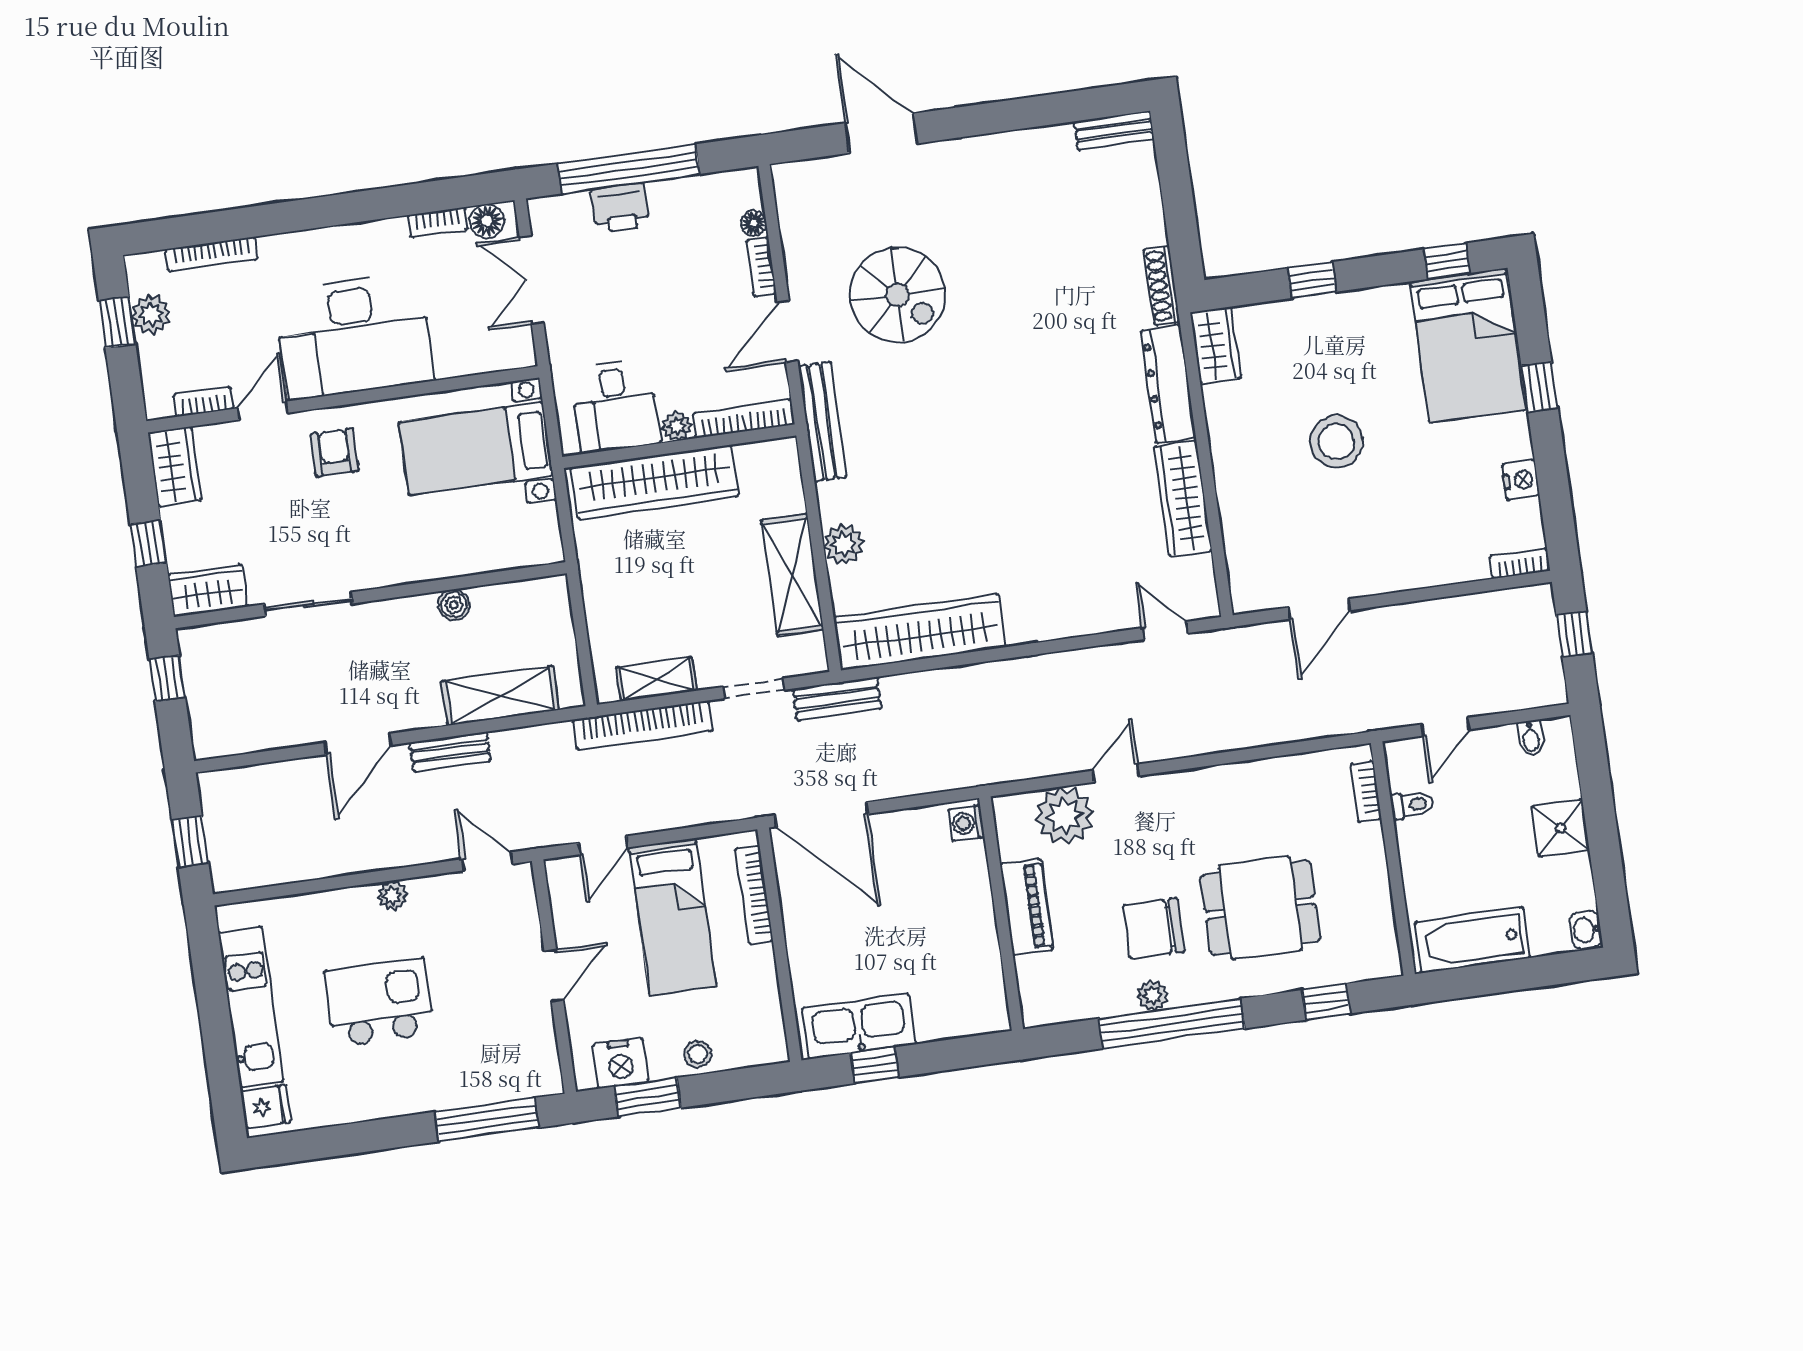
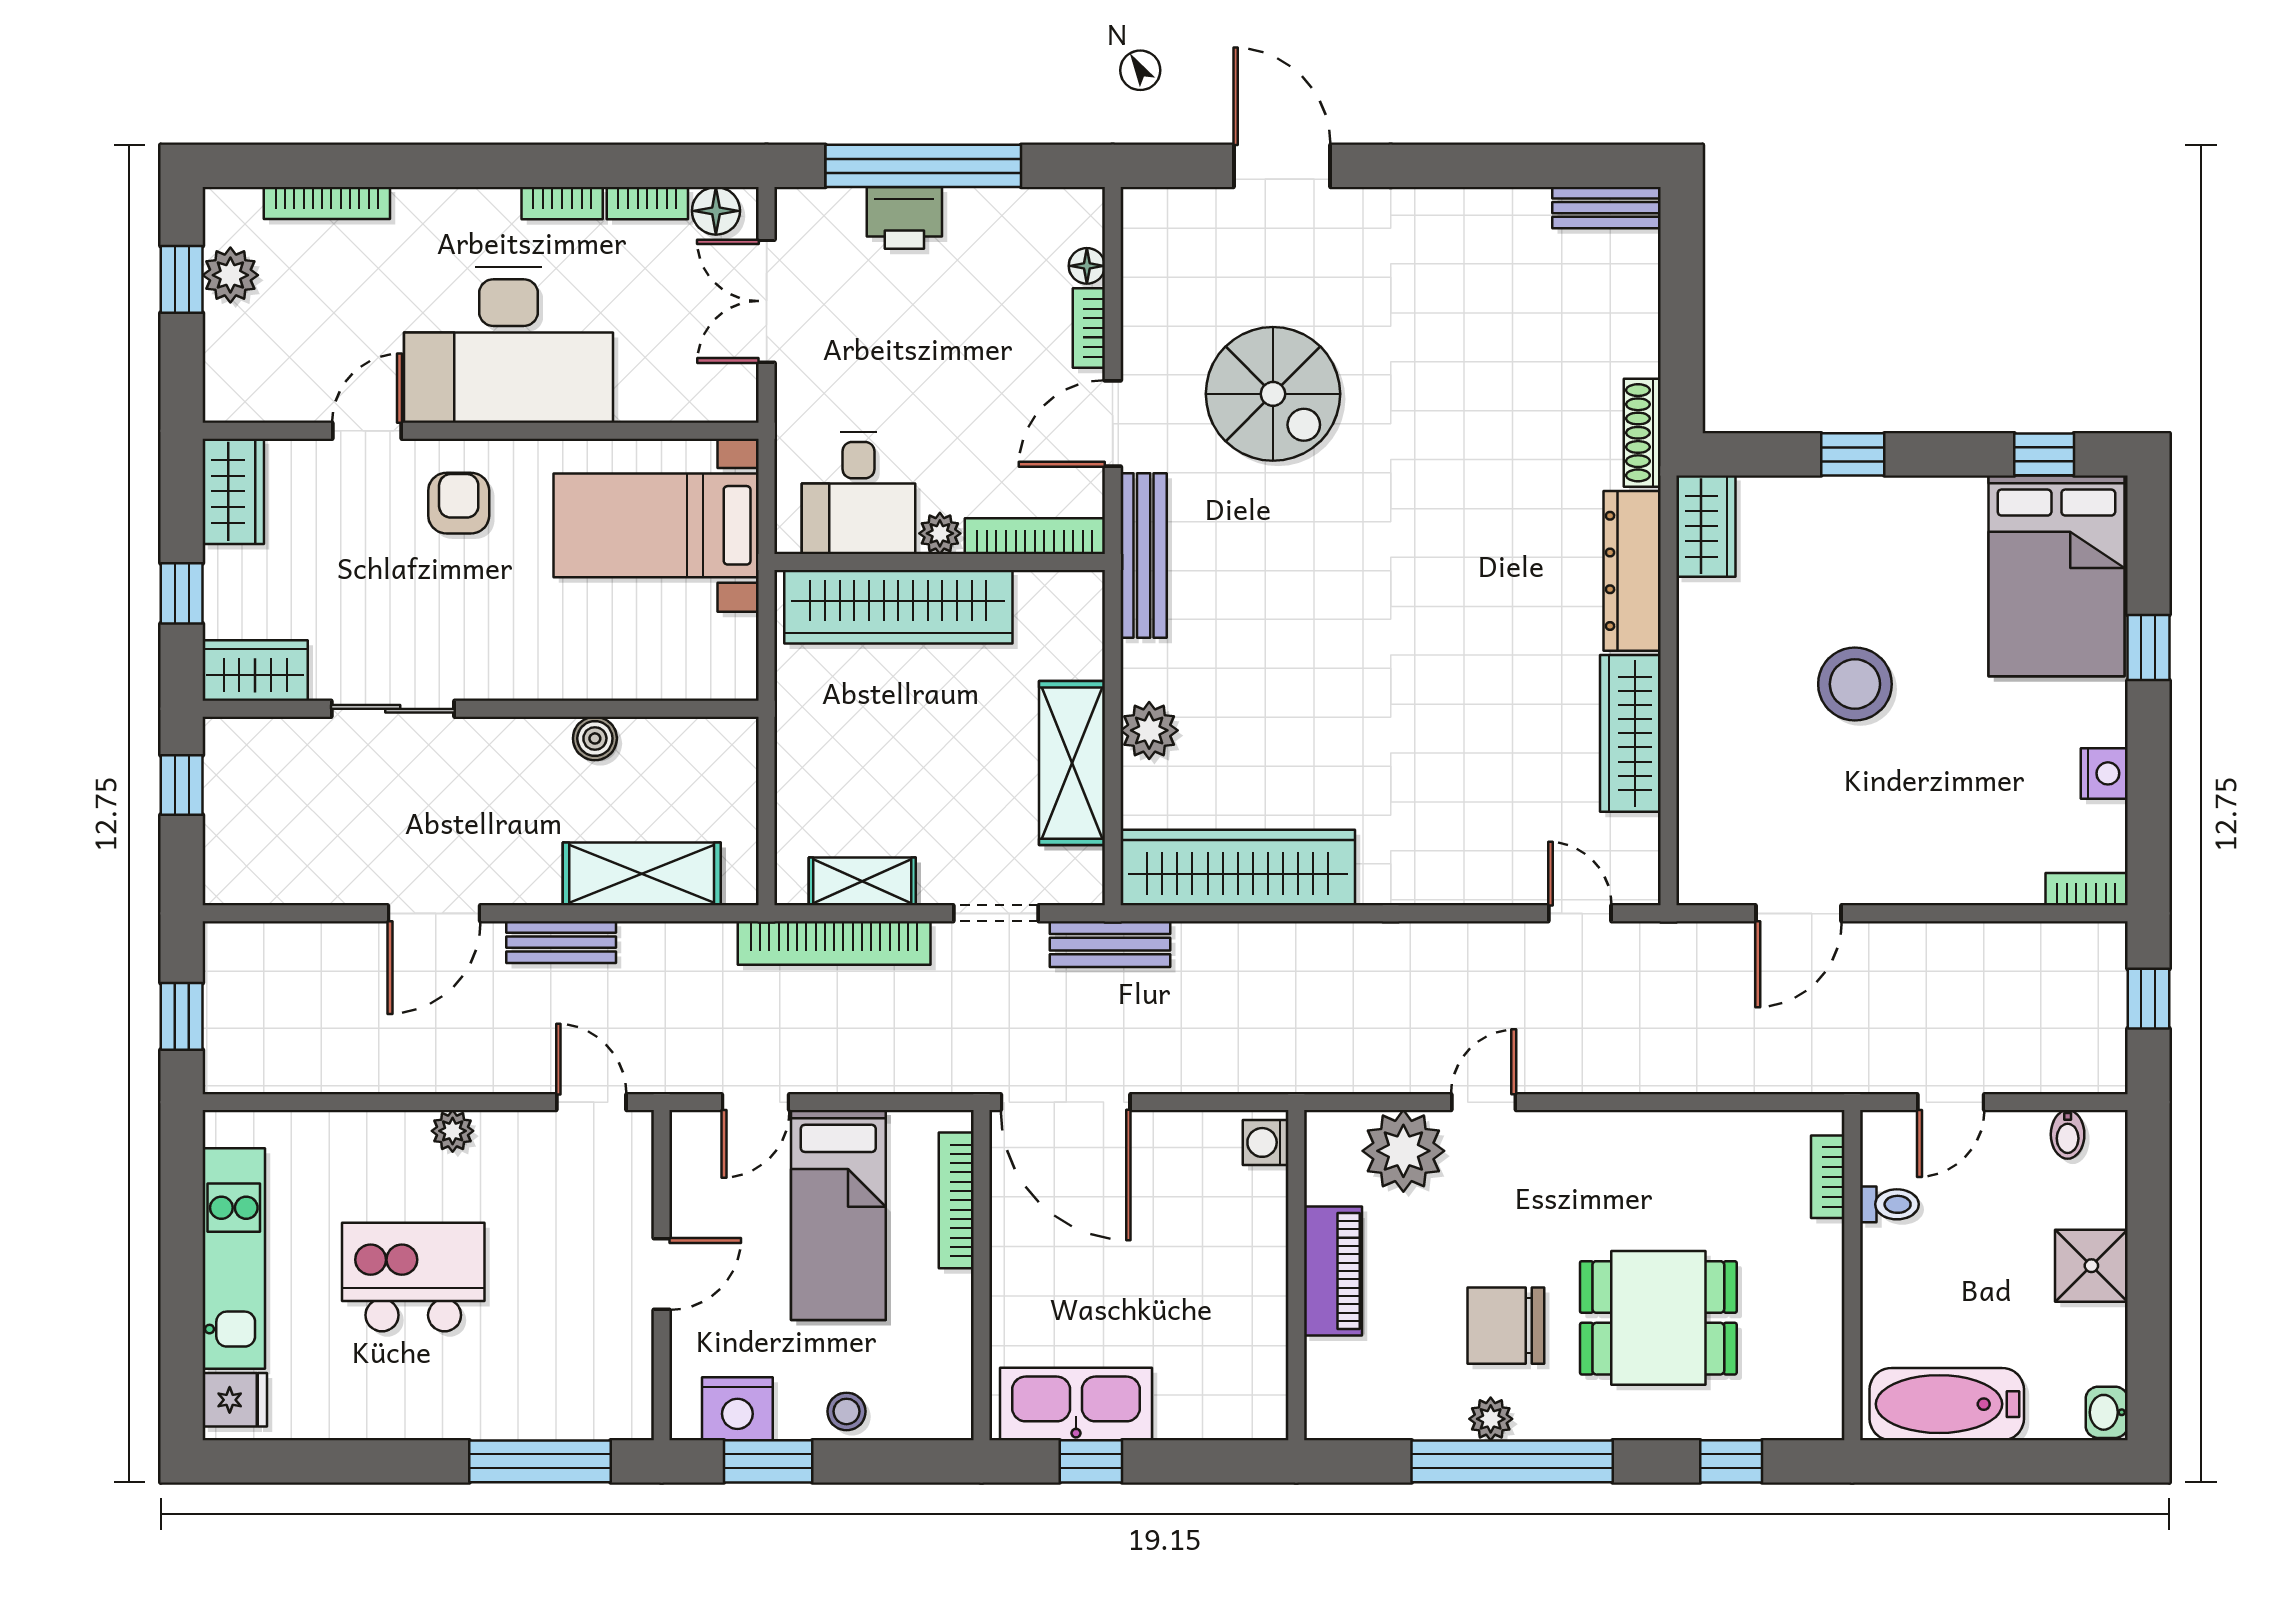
bookcase: (203, 402) -> (562, 203), moved, turned 180

